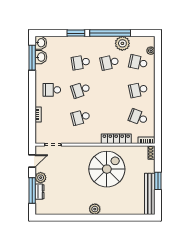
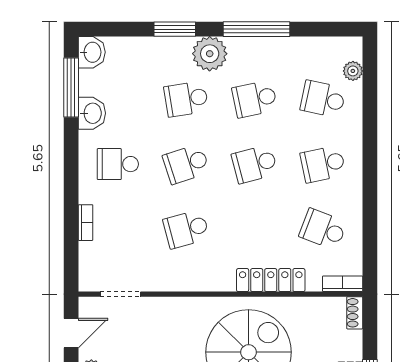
window: (110, 33) -> (256, 29), width x0.68
plant: (122, 43) -> (210, 54), moved
washbasin: (41, 57) -> (92, 113), moved
school desk: (109, 90) -> (255, 164), added

